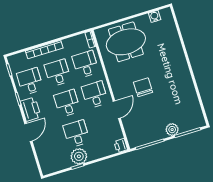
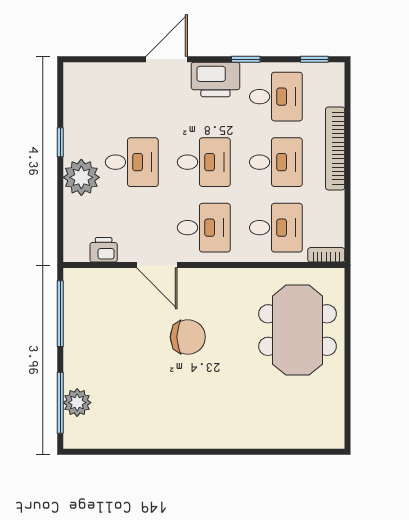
water cooler: (155, 16) -> (333, 409), removed
plant: (172, 130) -> (77, 403), moved
door: (28, 132) -> (167, 59), swing flipped
printer: (121, 146) -> (104, 250), moved
plant: (79, 156) -> (81, 177), moved

